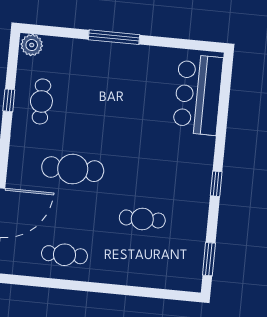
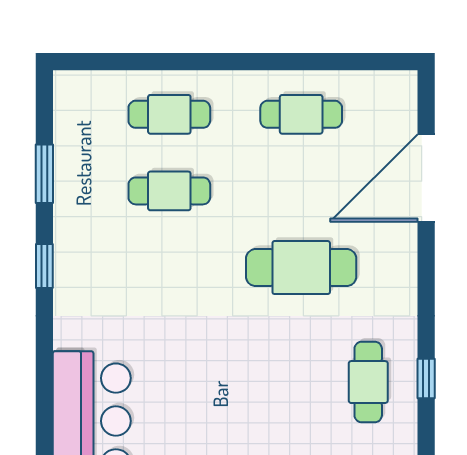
window: (209, 259) -> (44, 174), moved
cafe table: (138, 262) -> (169, 114), added

